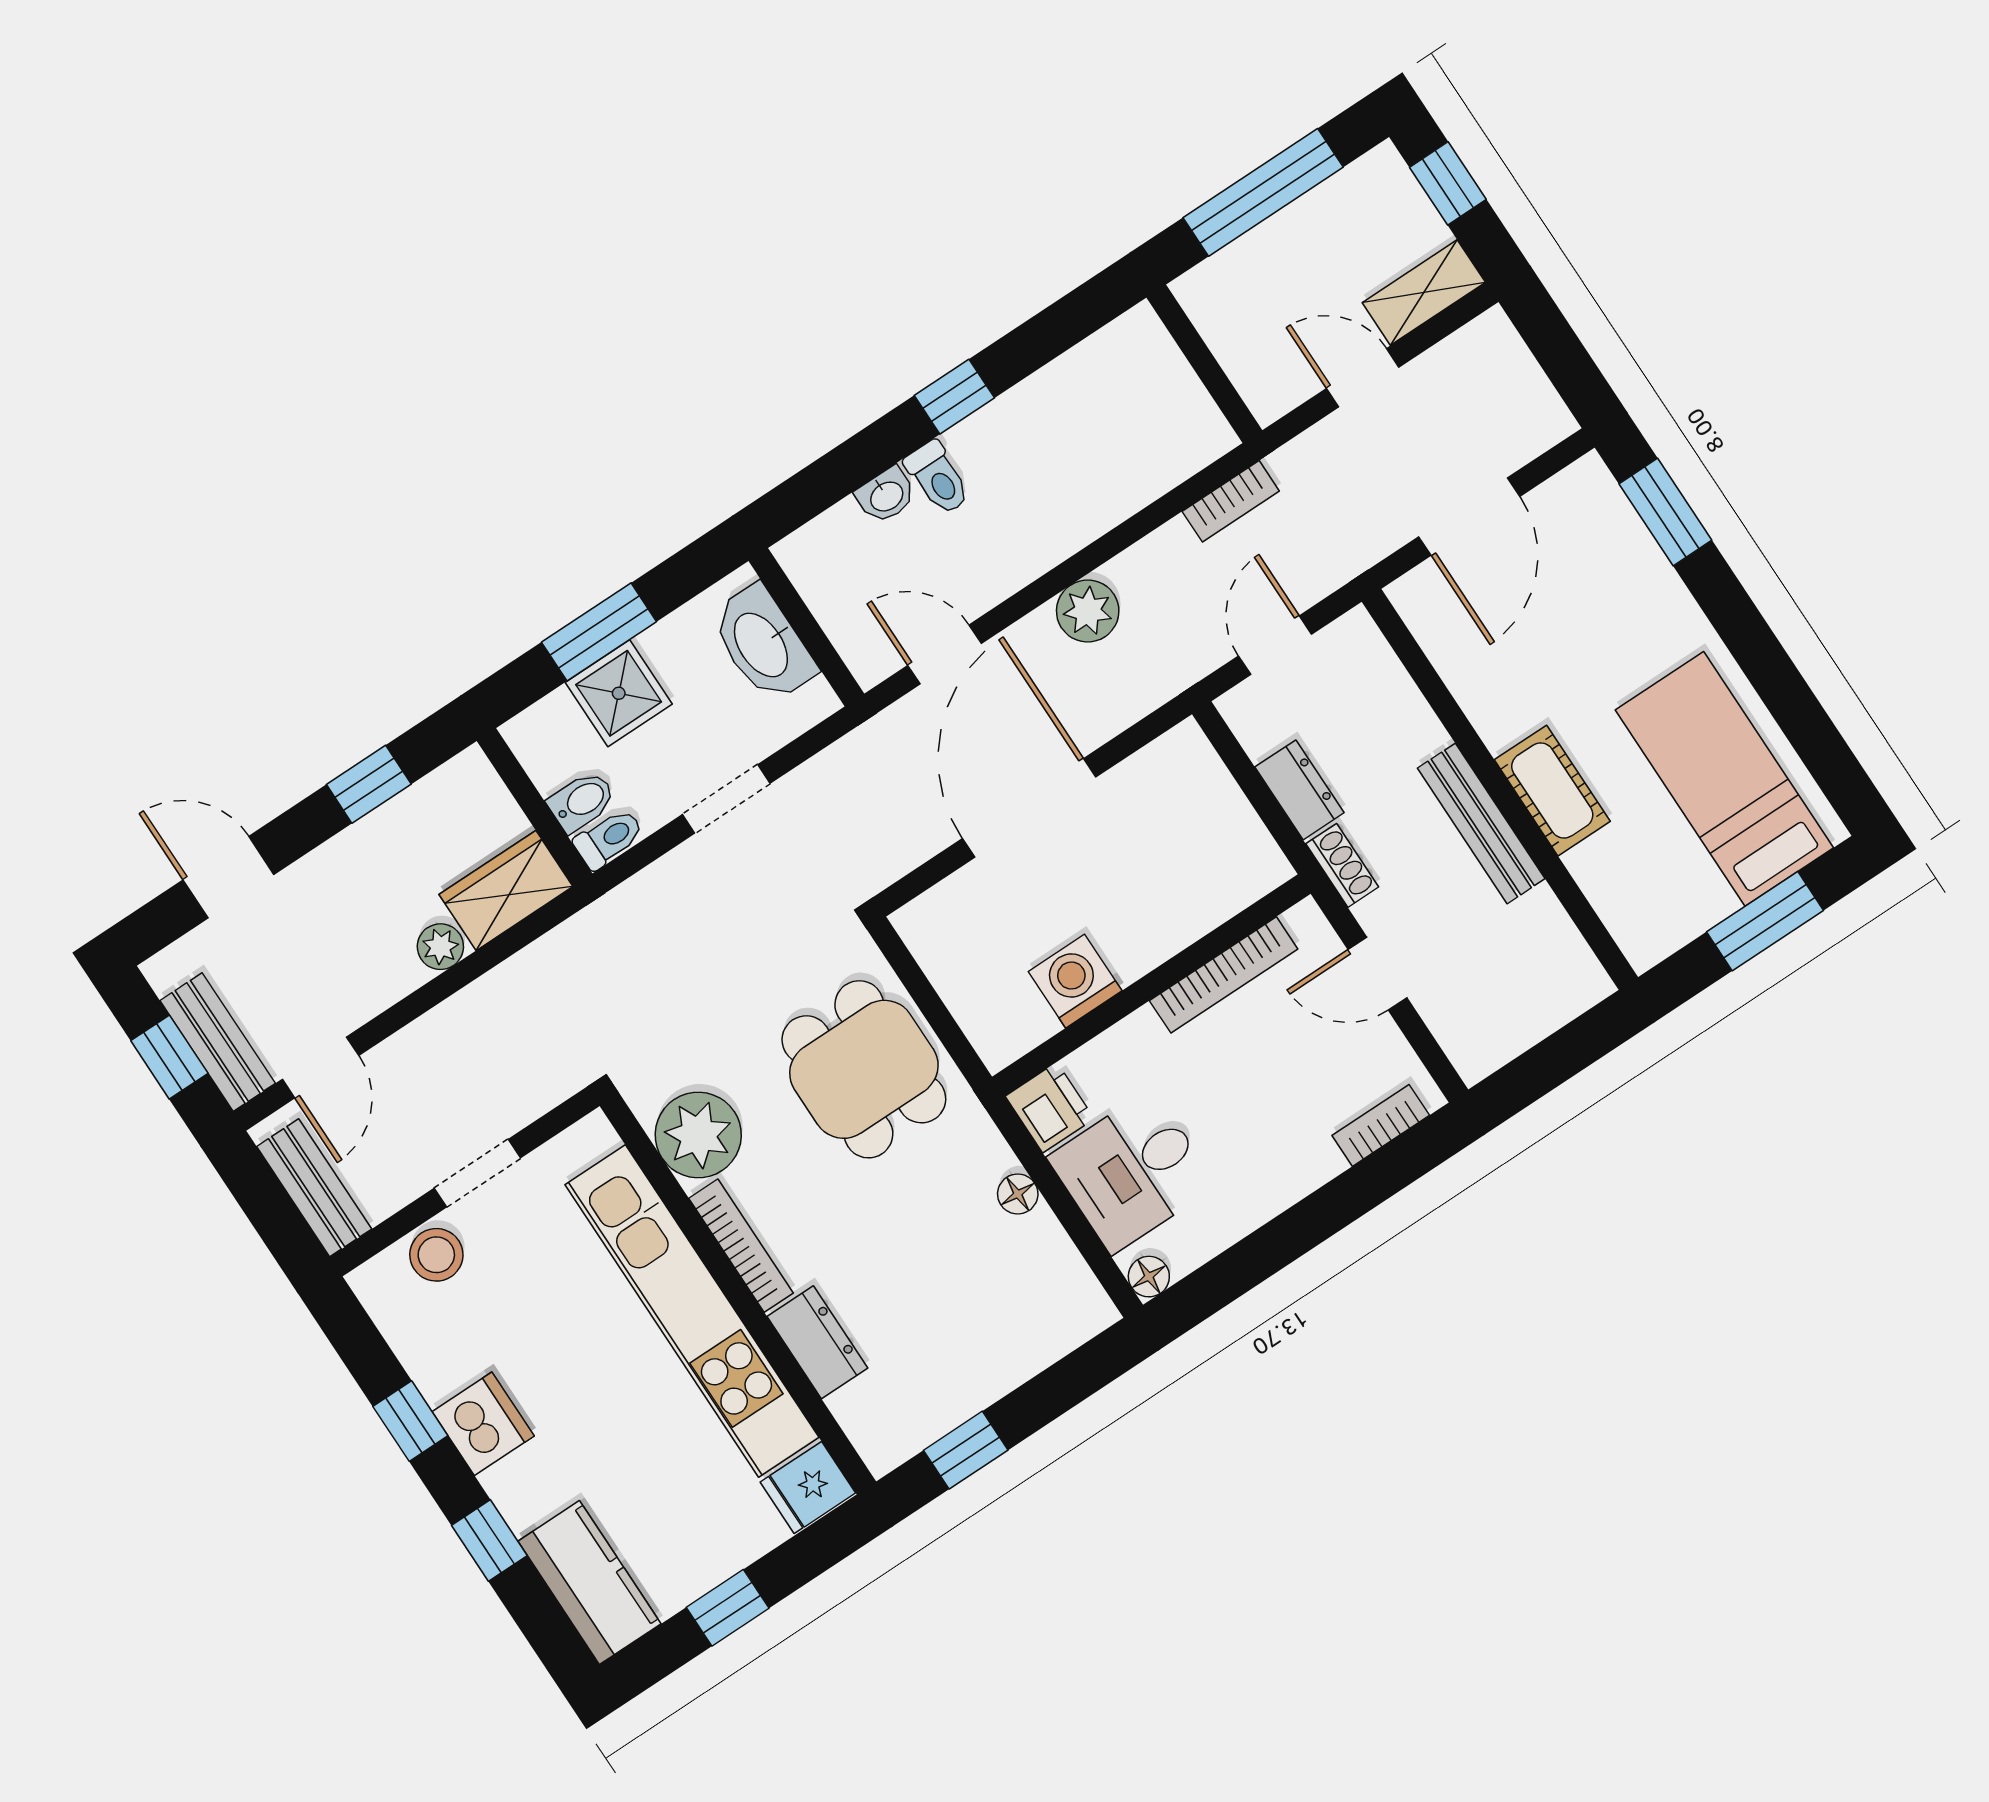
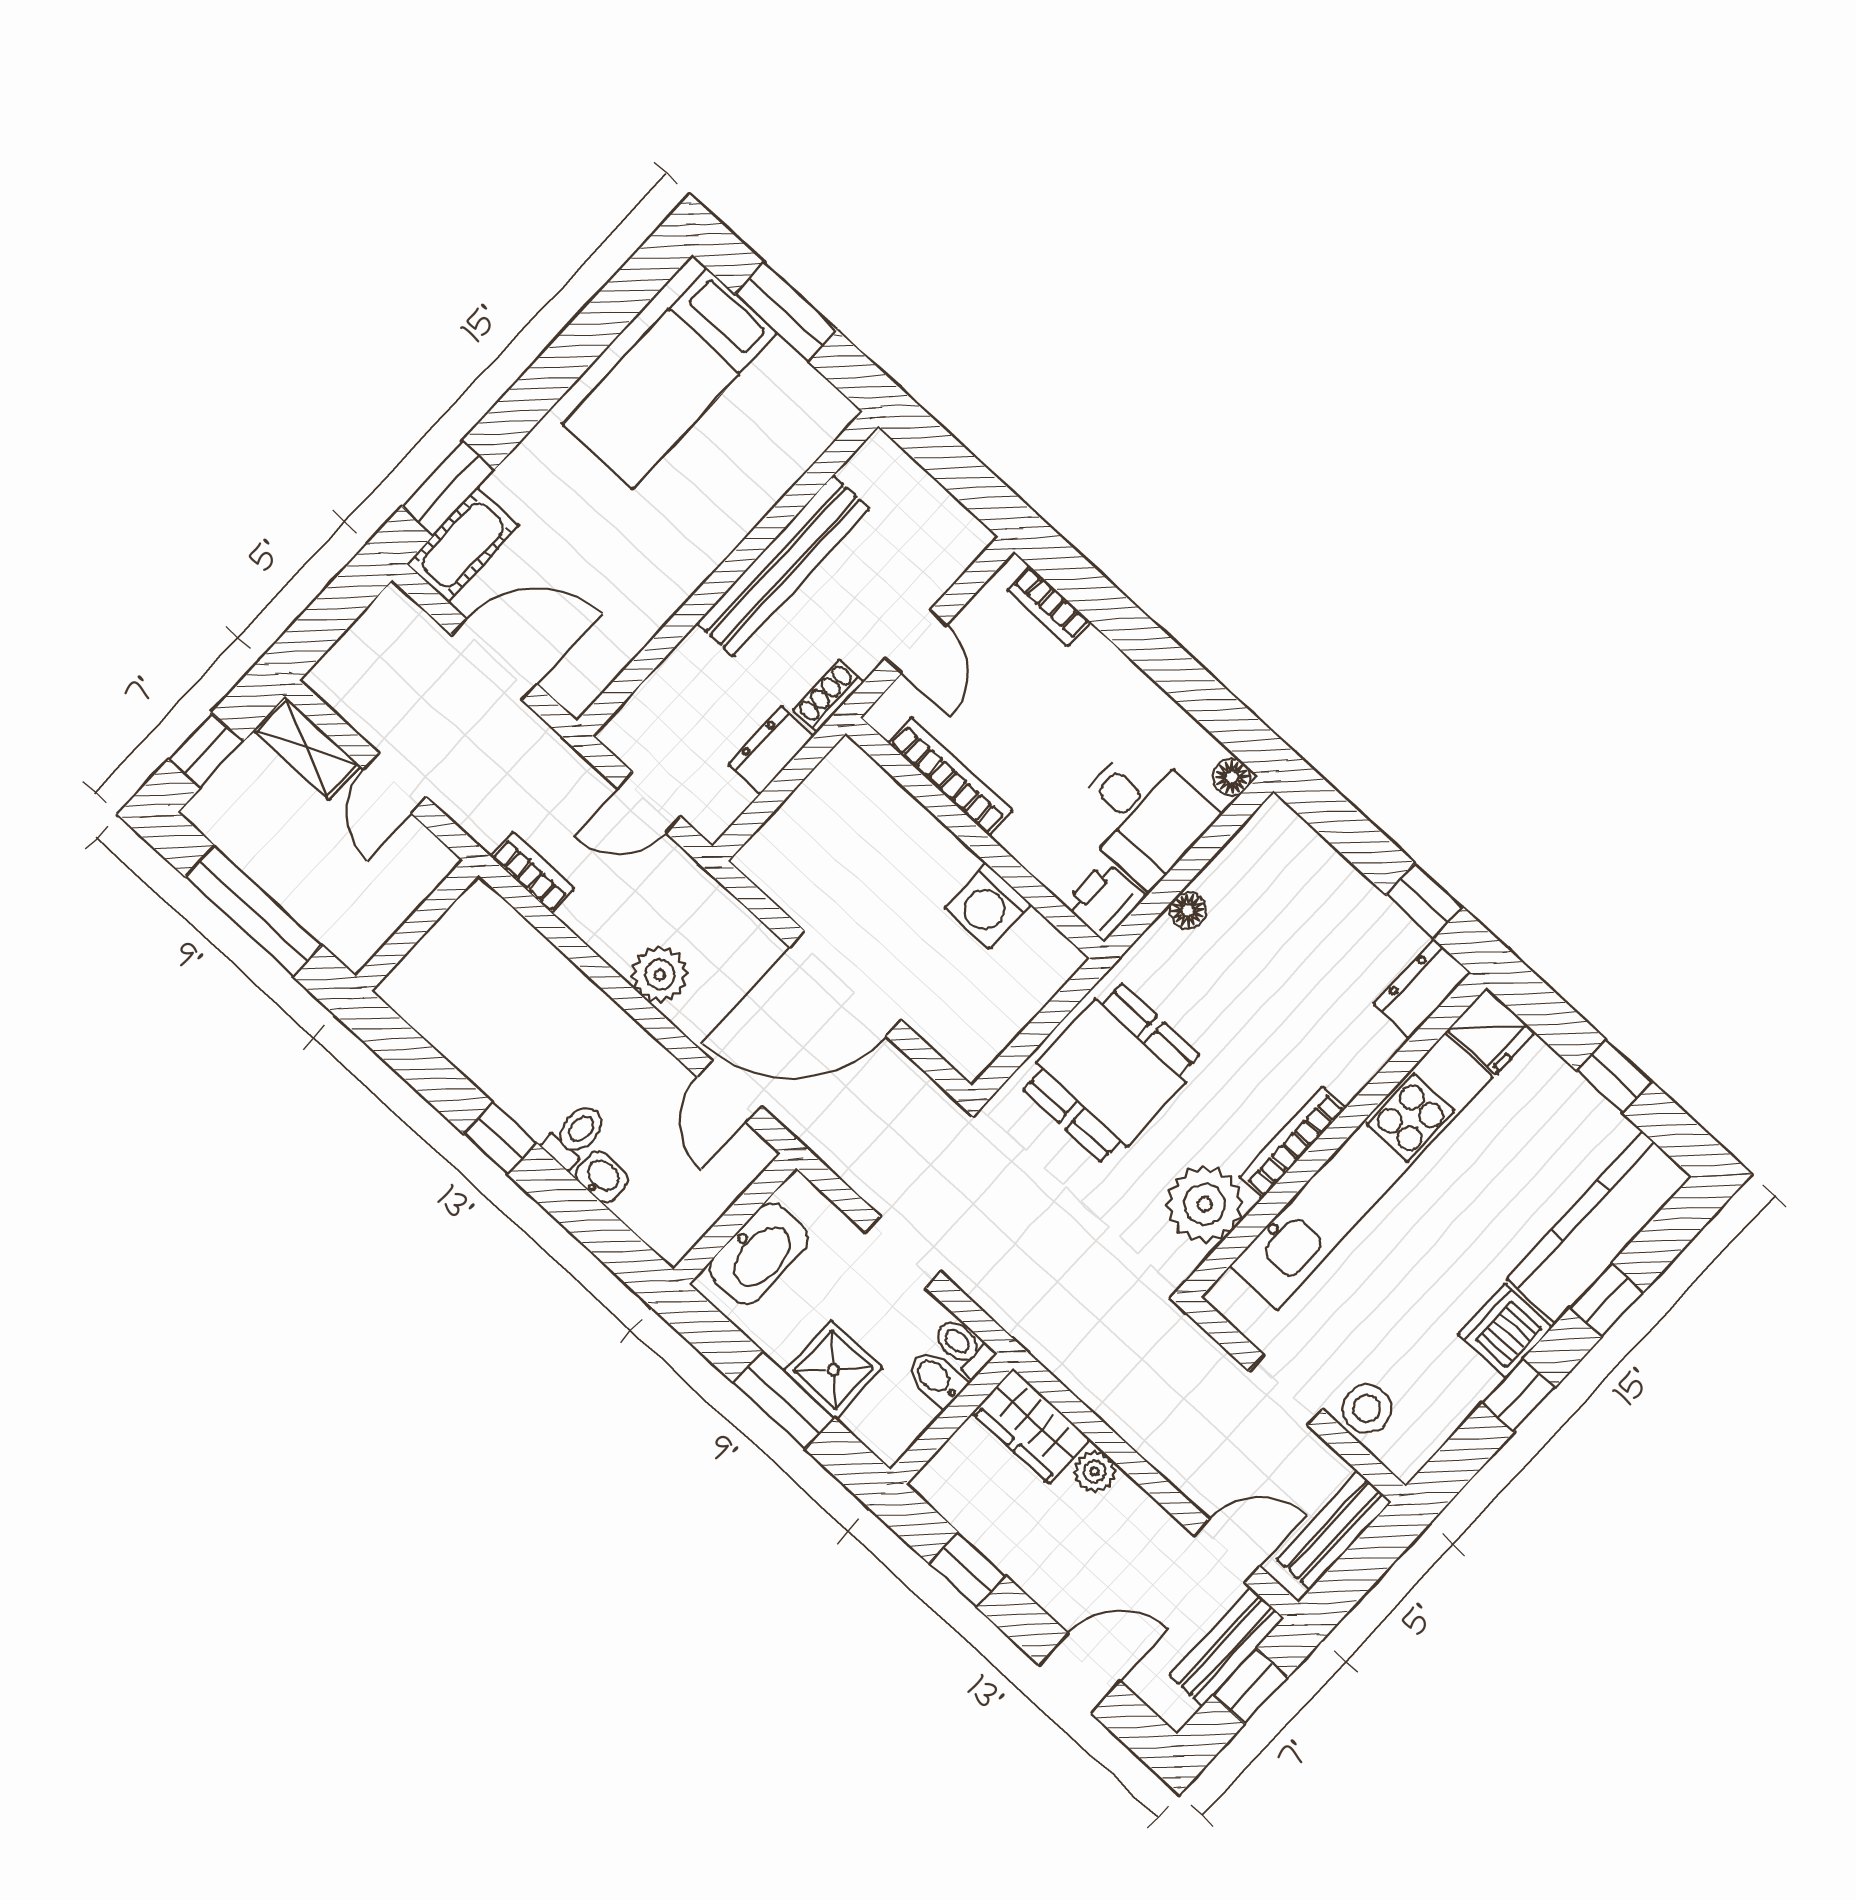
cot: (1552, 791) -> (463, 545), moved
bench: (1481, 823) -> (783, 566), width x1.37, depth x1.21
door: (228, 877) -> (1079, 1673), swing flipped
dresser: (817, 1342) -> (1422, 989), moved
kitchen counter: (589, 1583) -> (1599, 1228), width x1.50

